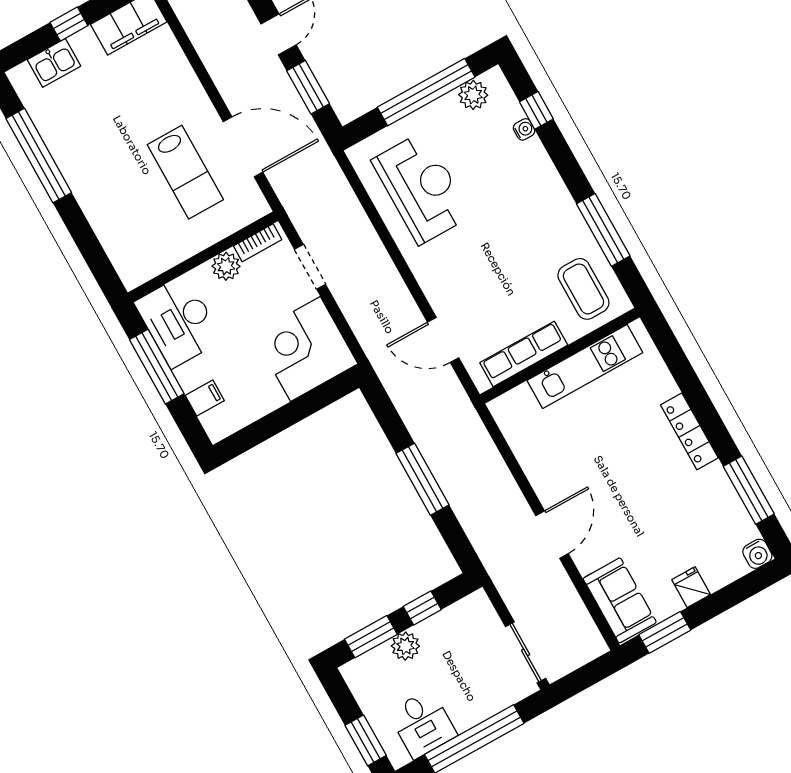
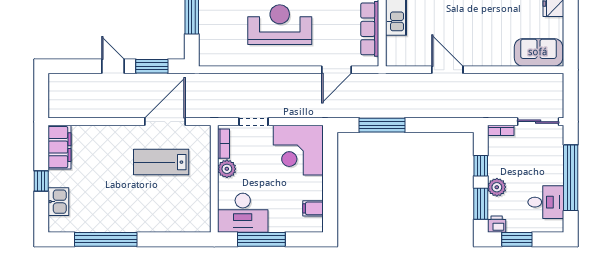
lab bench: (185, 172) -> (161, 162), turned 180
reception desk: (421, 188) -> (280, 25), moved
filing cabinet: (205, 398) -> (313, 208), moved, turned -90
window: (423, 479) -> (382, 125), moved
door: (552, 535) -> (447, 70), moved
bookcase: (485, 608) -> (501, 130), added
window: (665, 632) -> (571, 37), removed
printer: (355, 674) -> (497, 224), added
window: (366, 740) -> (517, 239), moved

